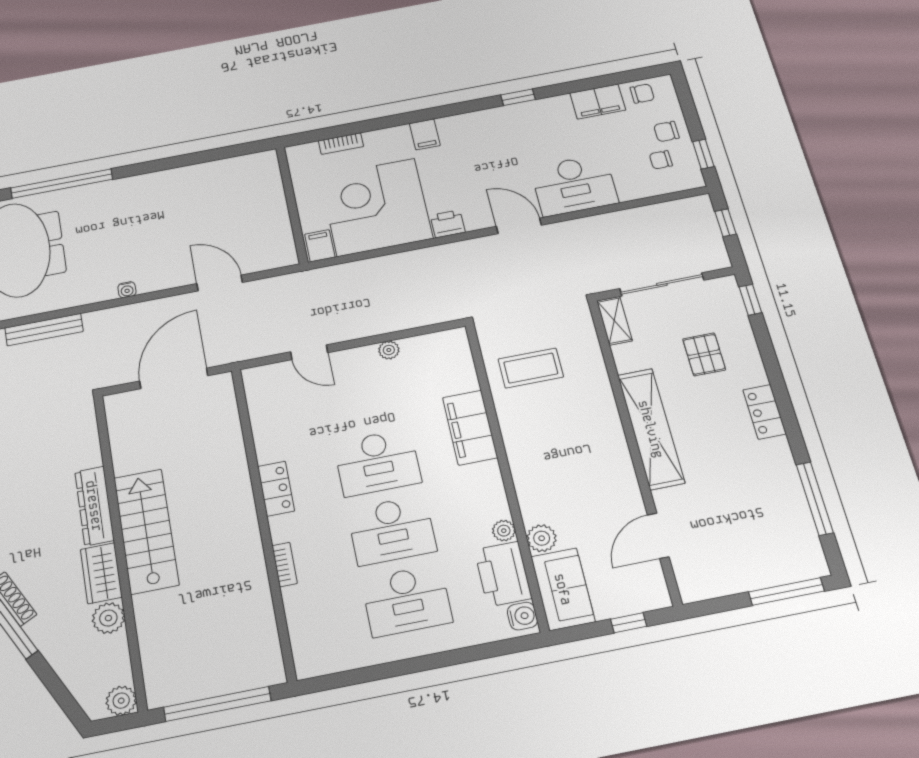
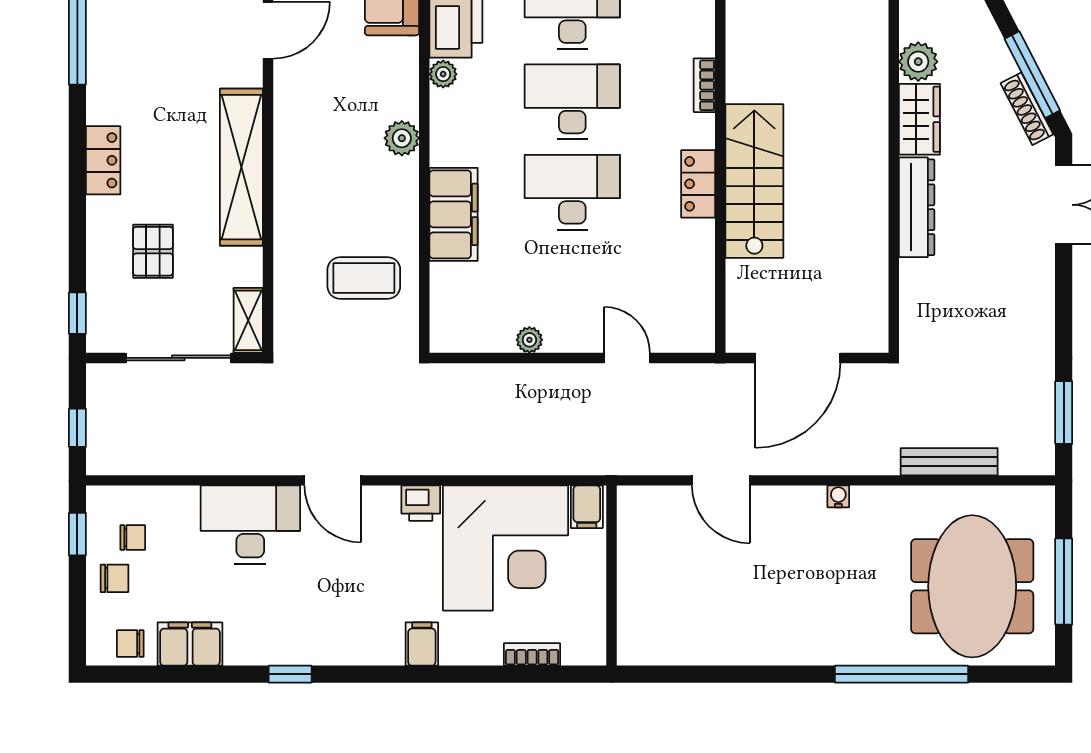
stairs: (146, 531) -> (754, 181), moved, turned 180
plant: (542, 538) -> (402, 138), moved

